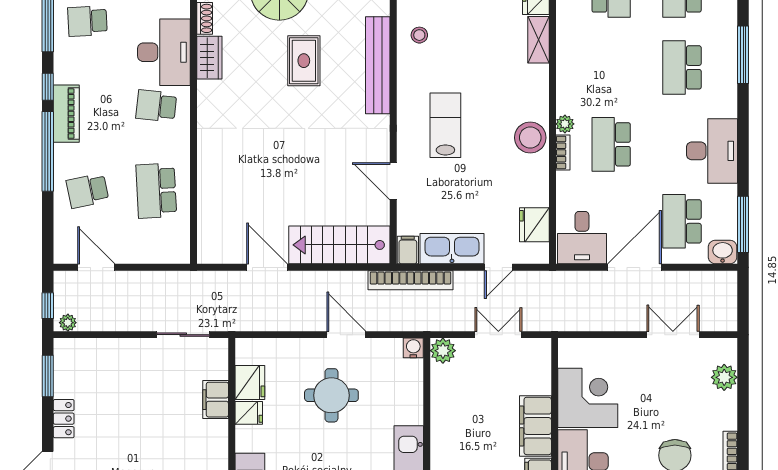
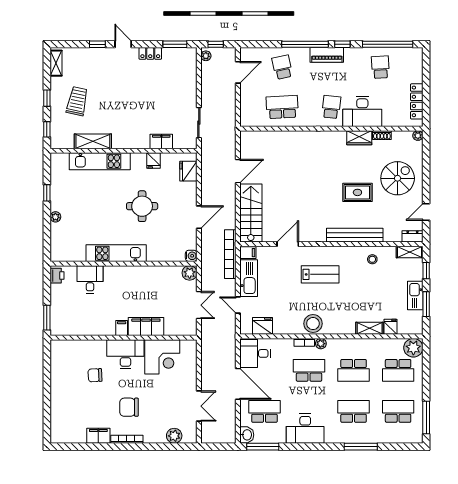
school desk: (611, 67) -> (354, 370), added
fridge: (250, 383) -> (188, 171), moved, turned 90
round table: (331, 395) -> (142, 206), moved

